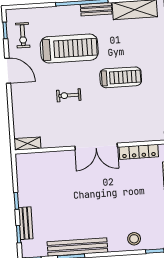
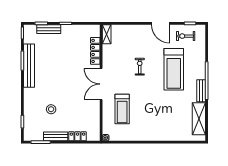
door: (8, 71) -> (161, 23), hinge flipped
treadmill: (121, 77) -> (122, 109), moved
locker: (139, 152) -> (95, 51), moved
stool: (134, 239) -> (51, 109), moved

